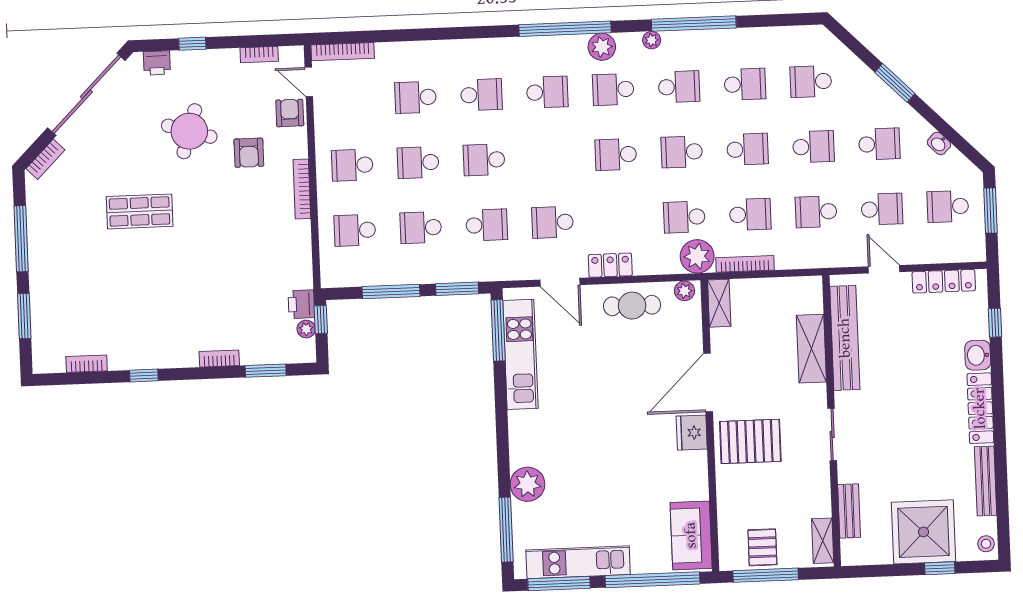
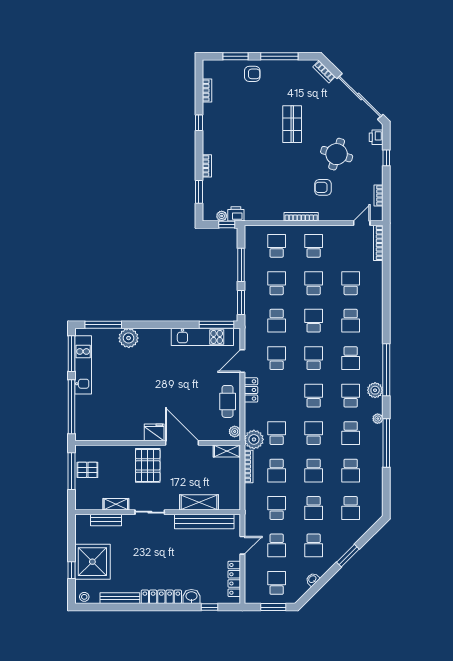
school desk: (811, 82) -> (351, 508), turned 180
armchair: (290, 113) -> (252, 74), moved
school desk: (550, 157) -> (314, 358), added
sofa: (691, 535) -> (96, 430), removed
shelving: (823, 541) -> (116, 504), moved

